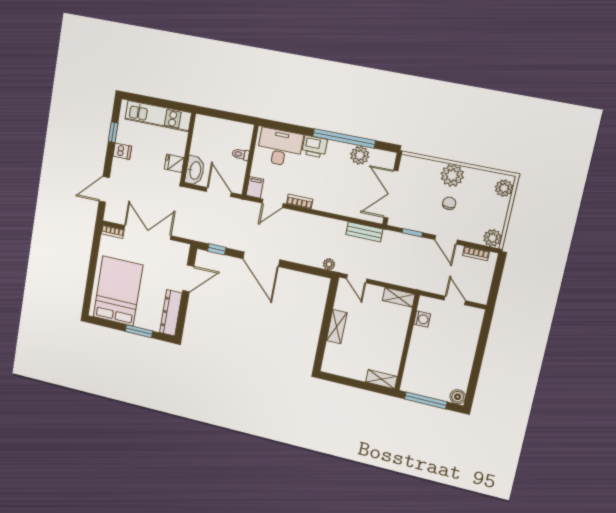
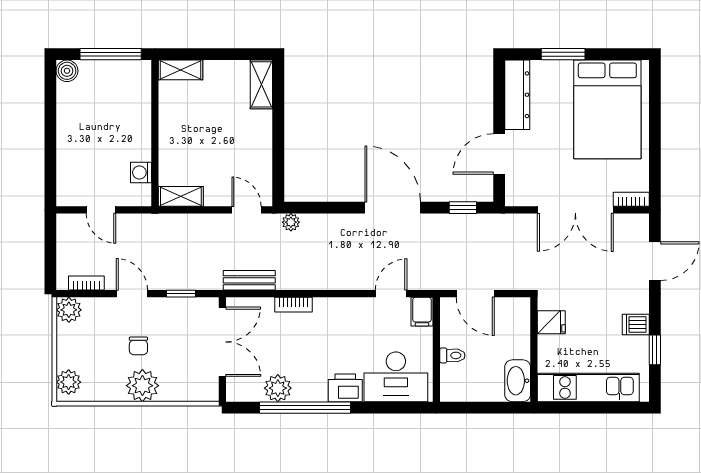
washbasin: (195, 170) -> (518, 381), moved
bookcase: (300, 201) -> (294, 305), moved
shelving: (337, 327) -> (261, 84), moved

